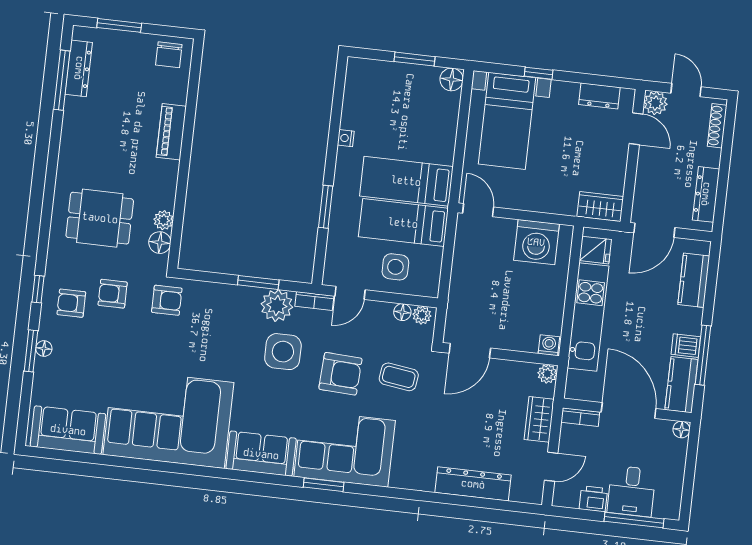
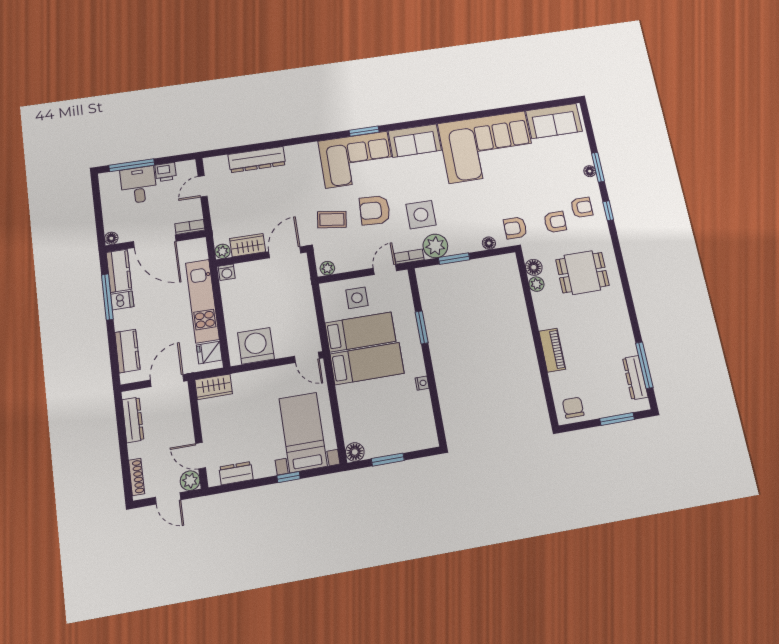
floor lamp: (402, 312) -> (489, 243), moved
wardrobe: (539, 419) -> (248, 245), moved, turned -90

